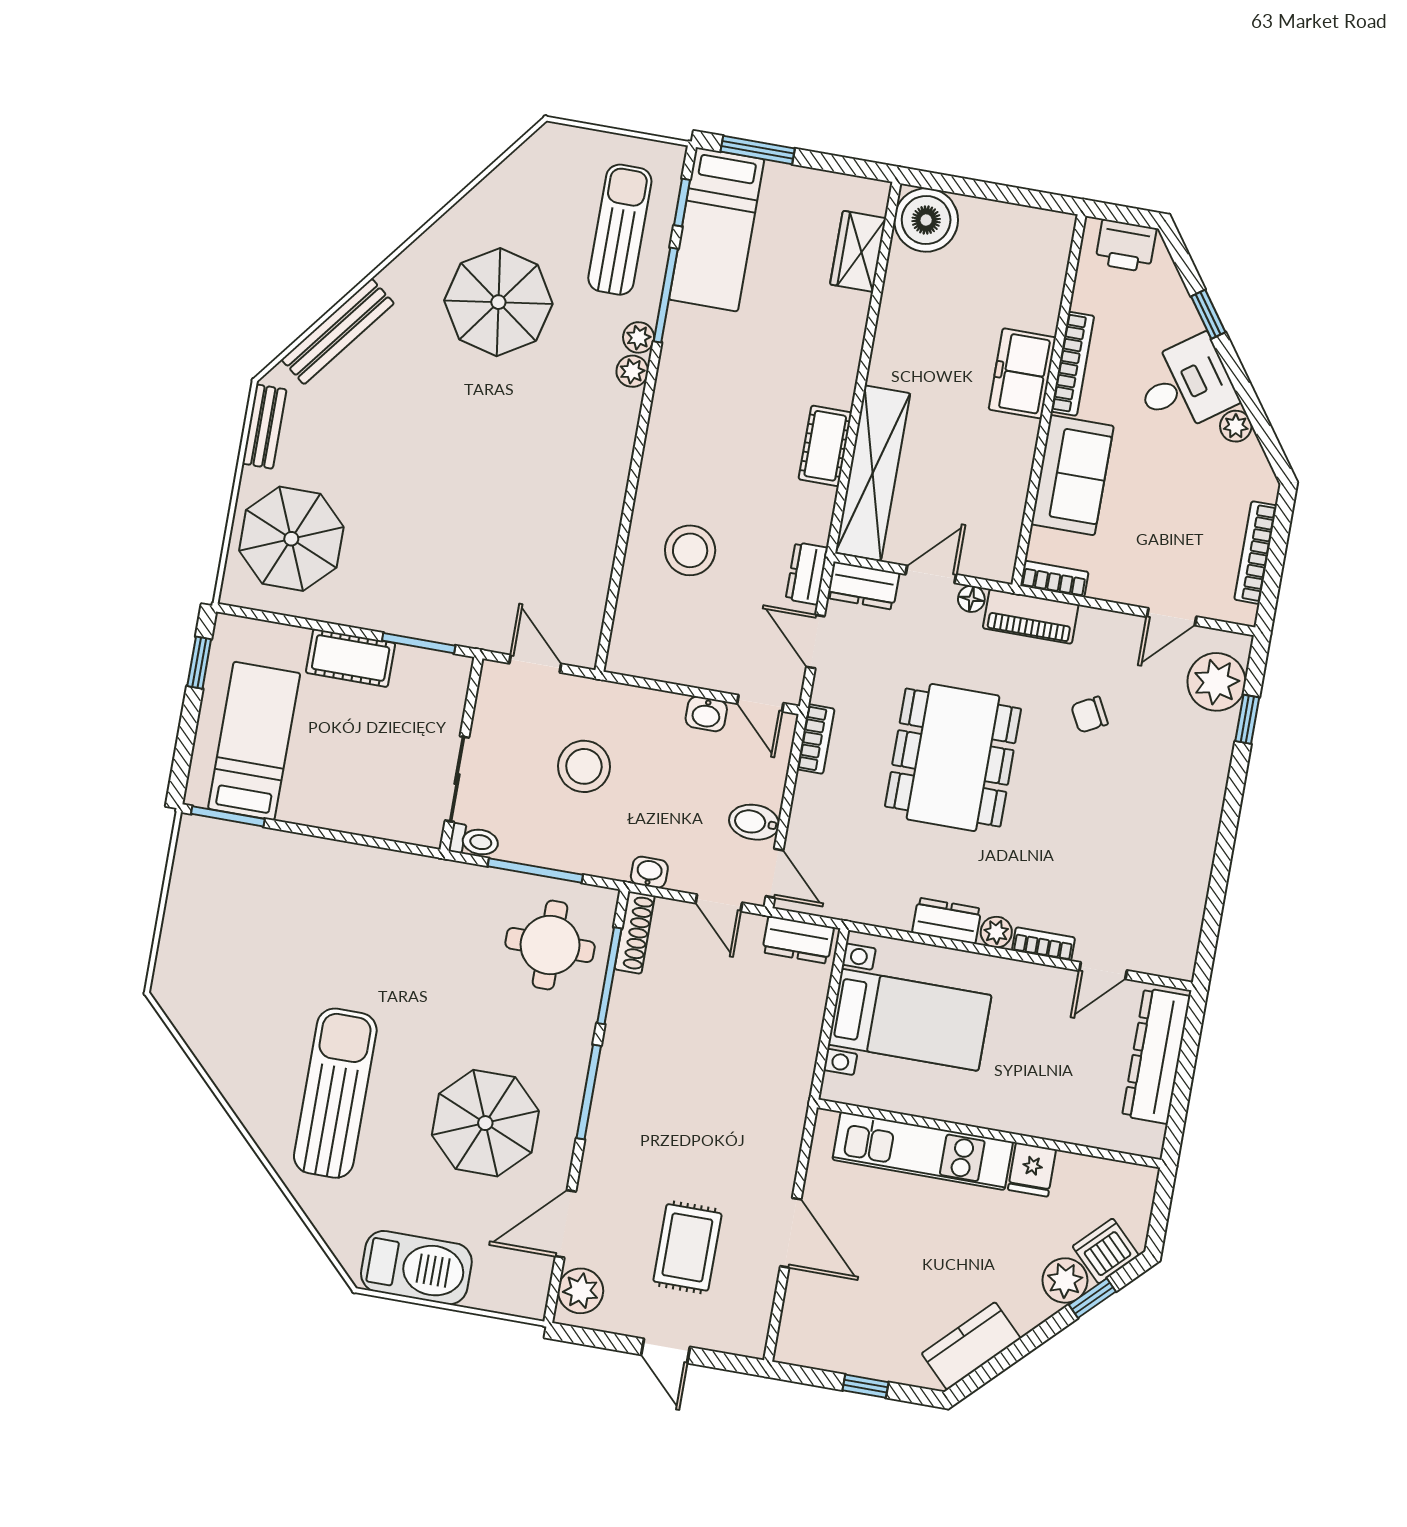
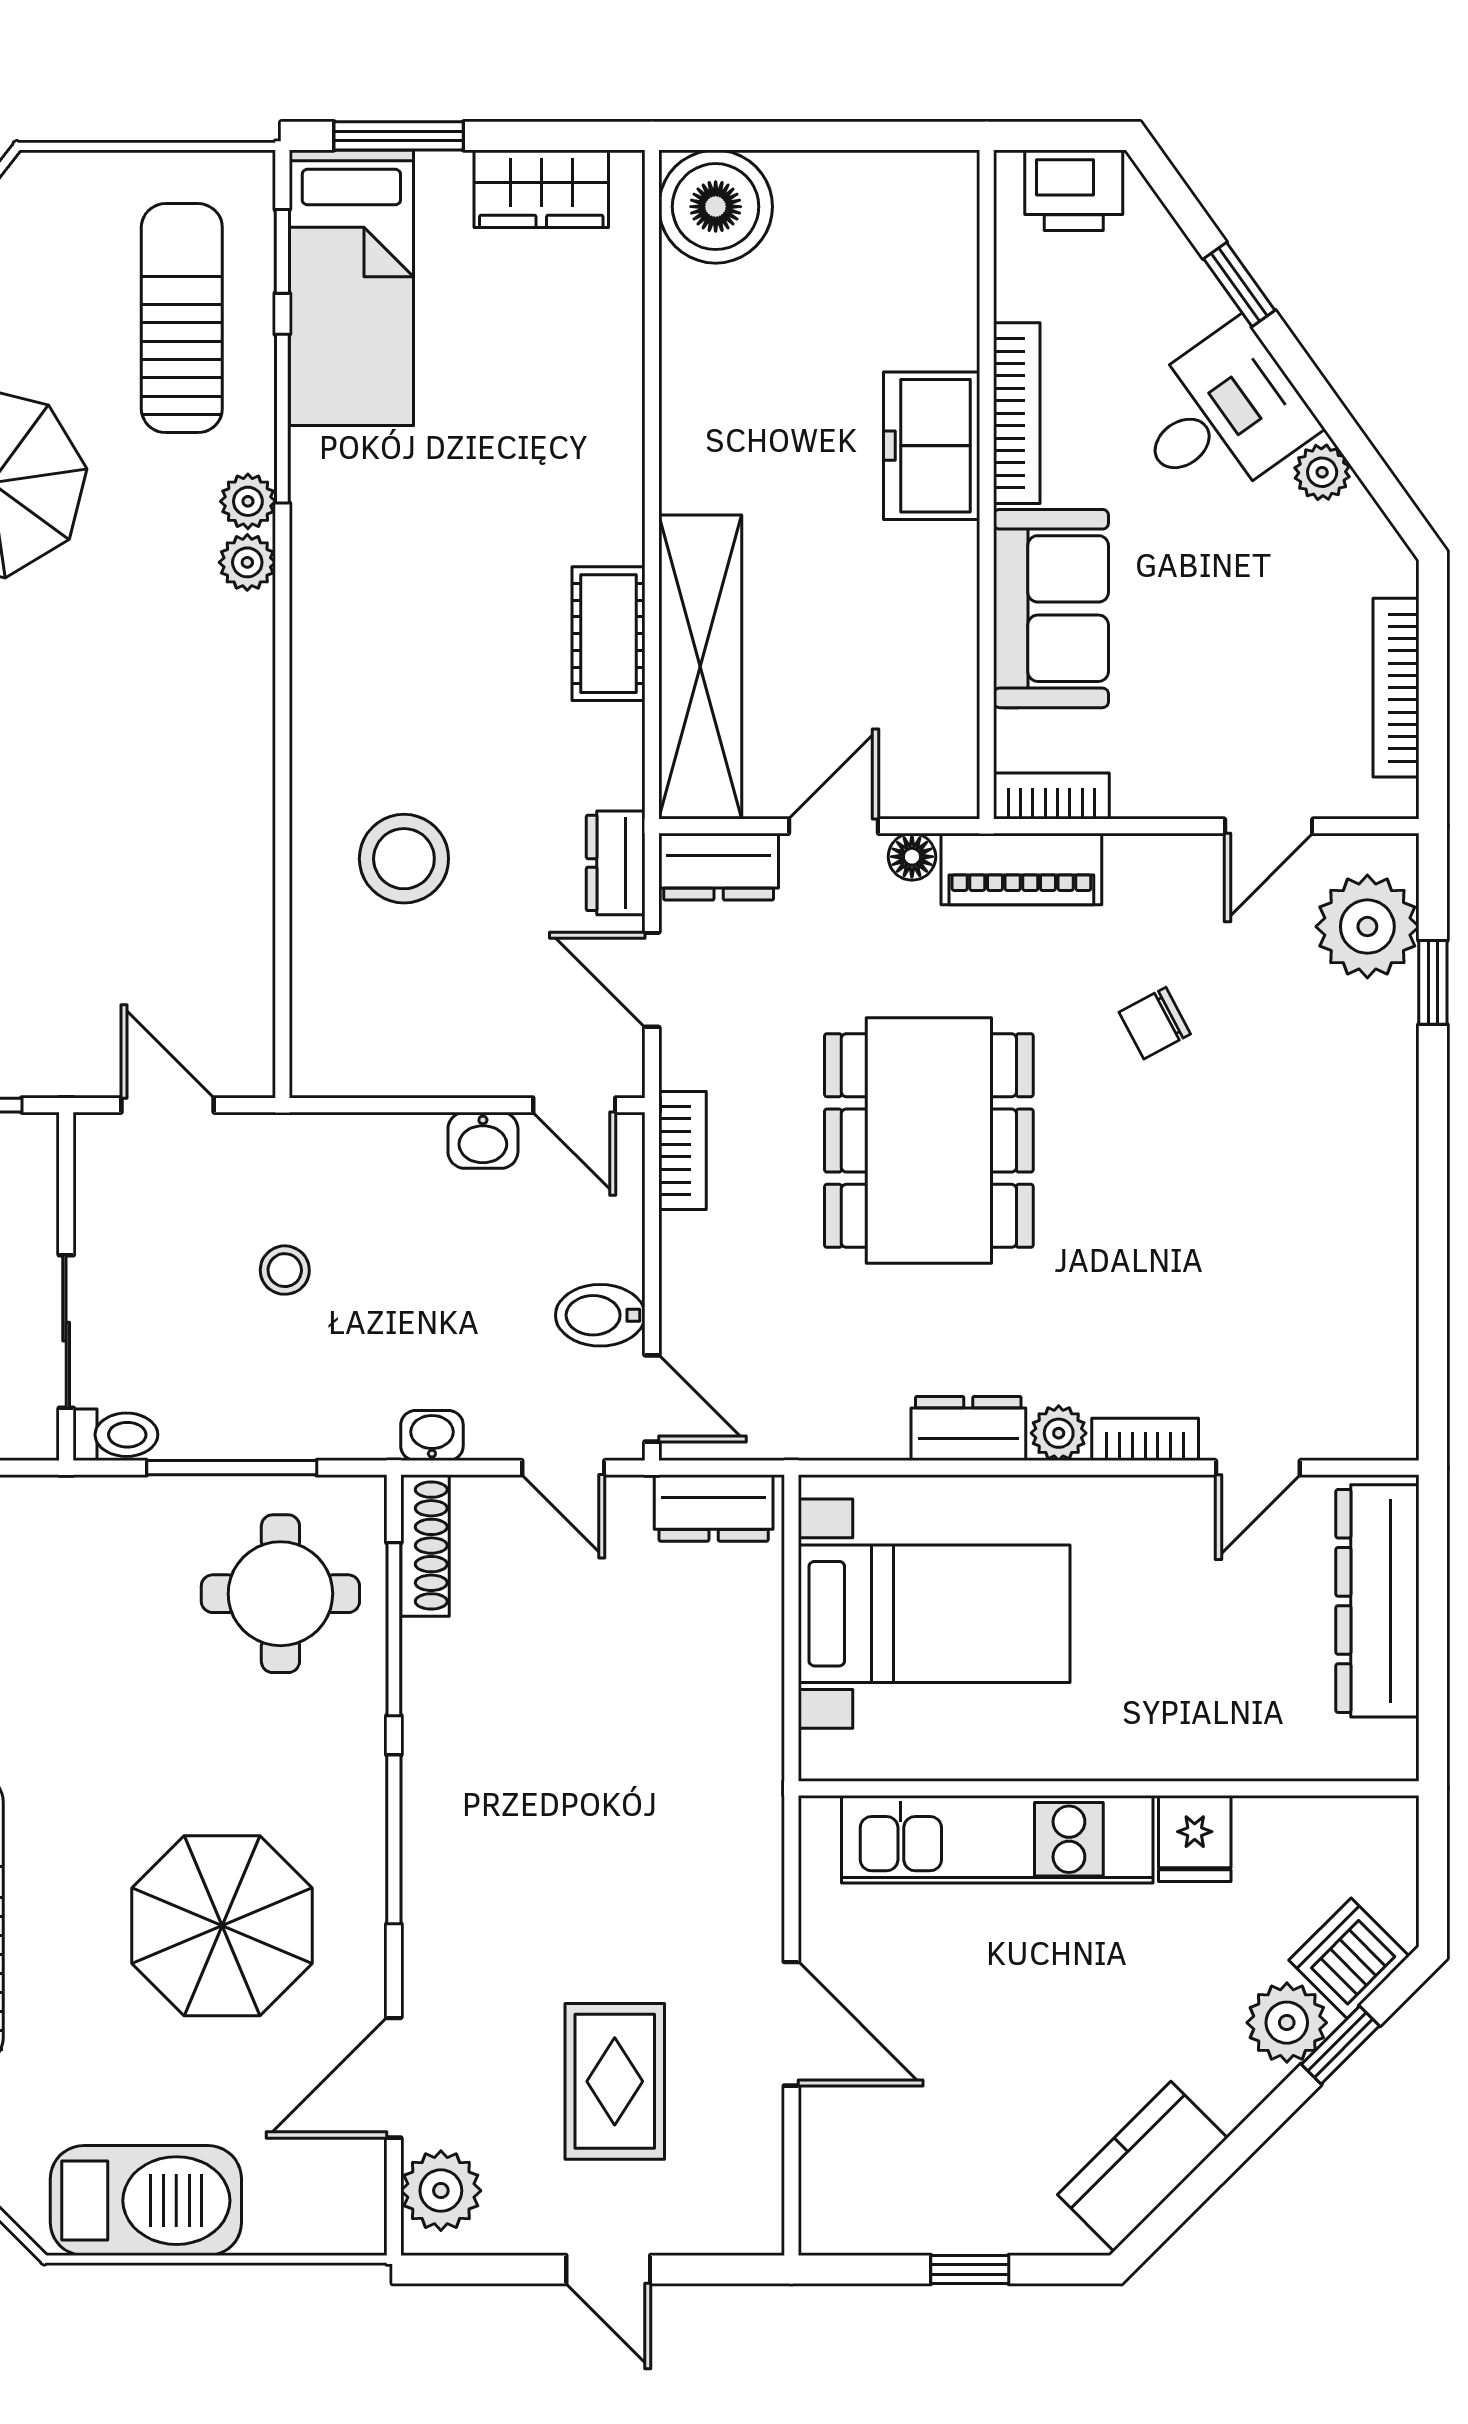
wardrobe: (858, 251) -> (541, 189), moved, turned -90
stool: (584, 766) -> (285, 1270), width x0.53, depth x0.53

